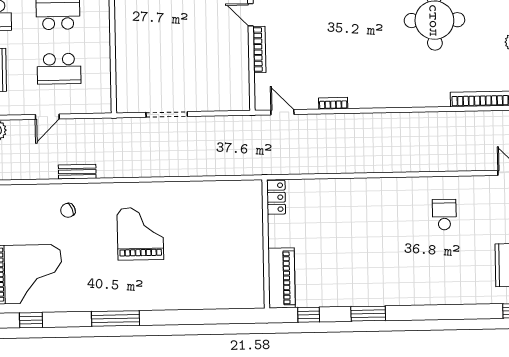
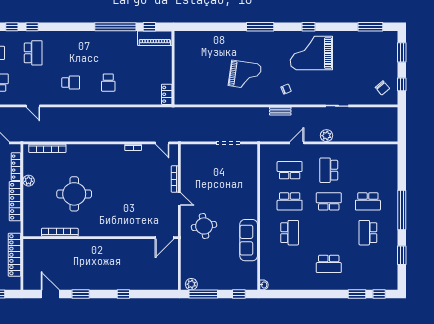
school desk: (444, 215) -> (71, 83), turned -90
school desk: (379, 216) -> (108, 83), added
grand piano: (140, 234) -> (245, 75), turned -82
piano: (282, 278) -> (155, 38), moved, turned -90
window: (368, 314) -> (115, 27), width x2.11

